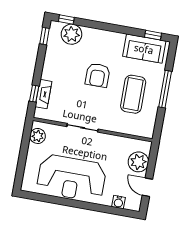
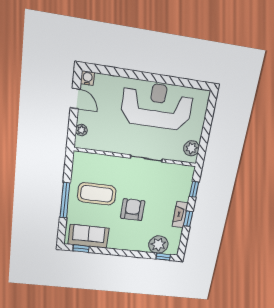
window: (44, 36) -> (188, 219), moved
fireplace: (43, 94) -> (180, 215), moved
coffee table: (133, 94) -> (97, 194), turned 90
plant: (138, 162) -> (81, 130), width x0.53, depth x0.53
water cooler: (118, 202) -> (88, 78), moved

